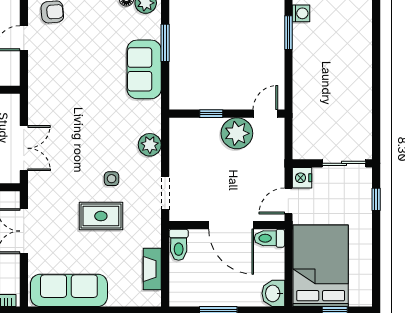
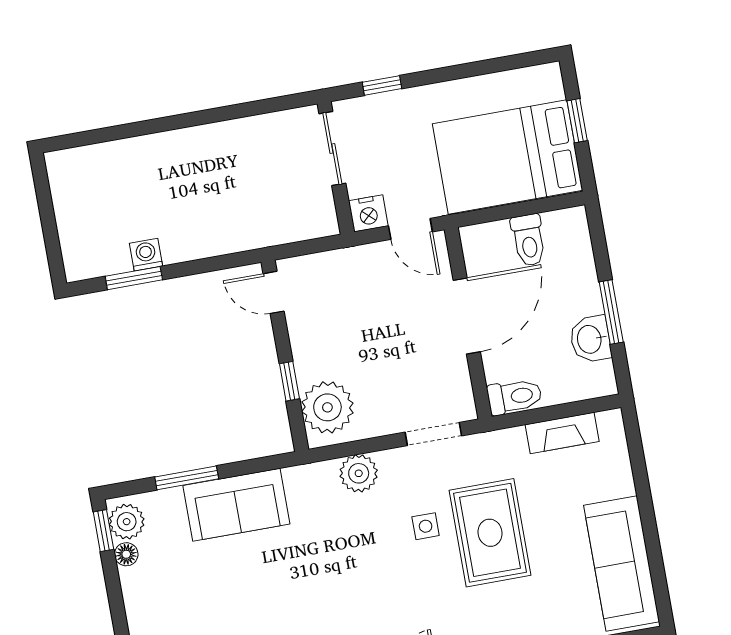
washing machine: (301, 13) -> (146, 255), moved
plant: (237, 133) -> (327, 407), moved
rug: (101, 216) -> (490, 533), width x1.36, depth x1.43
toilet: (269, 238) -> (529, 240), moved
washbasin: (273, 293) -> (590, 339), moved, turned 90

